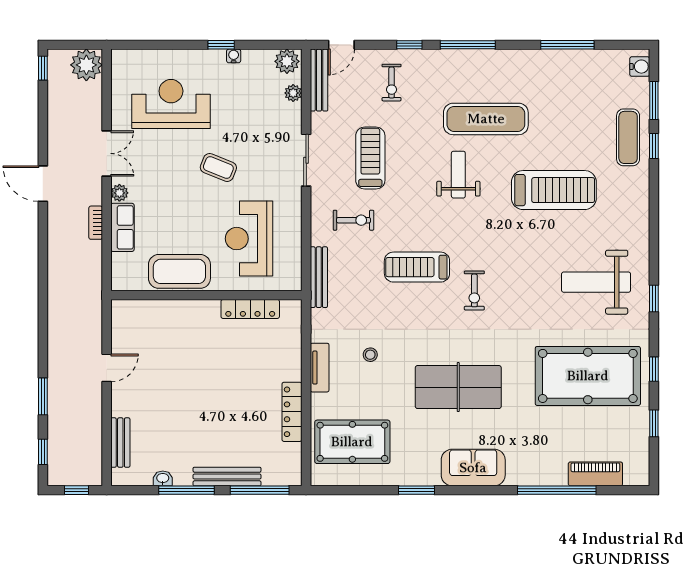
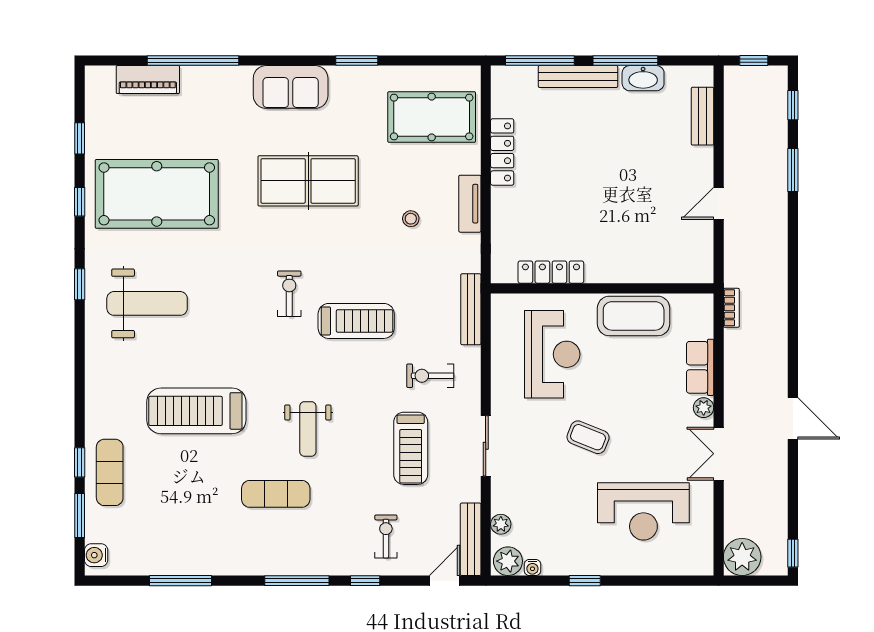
water cooler: (234, 56) -> (532, 567), moved
exercise mat: (486, 119) -> (276, 494), width x0.73, depth x0.69
bookcase: (96, 223) -> (731, 308), moved
washbasin: (163, 478) -> (643, 78), width x1.91, depth x1.45

